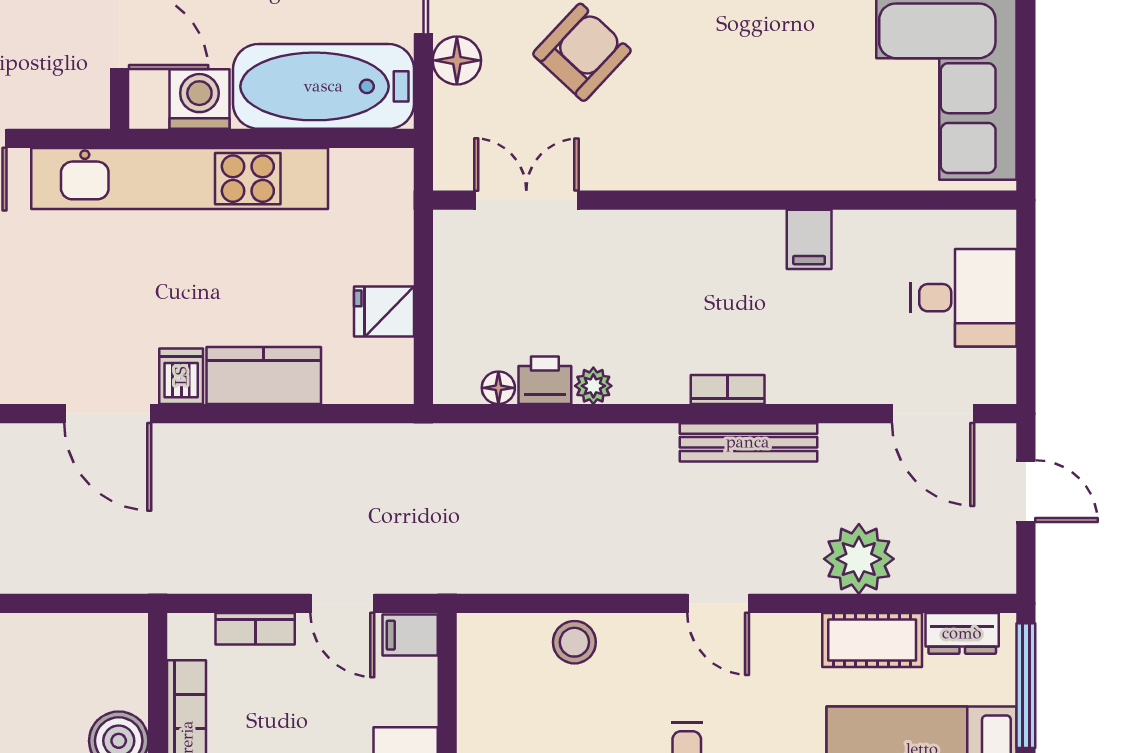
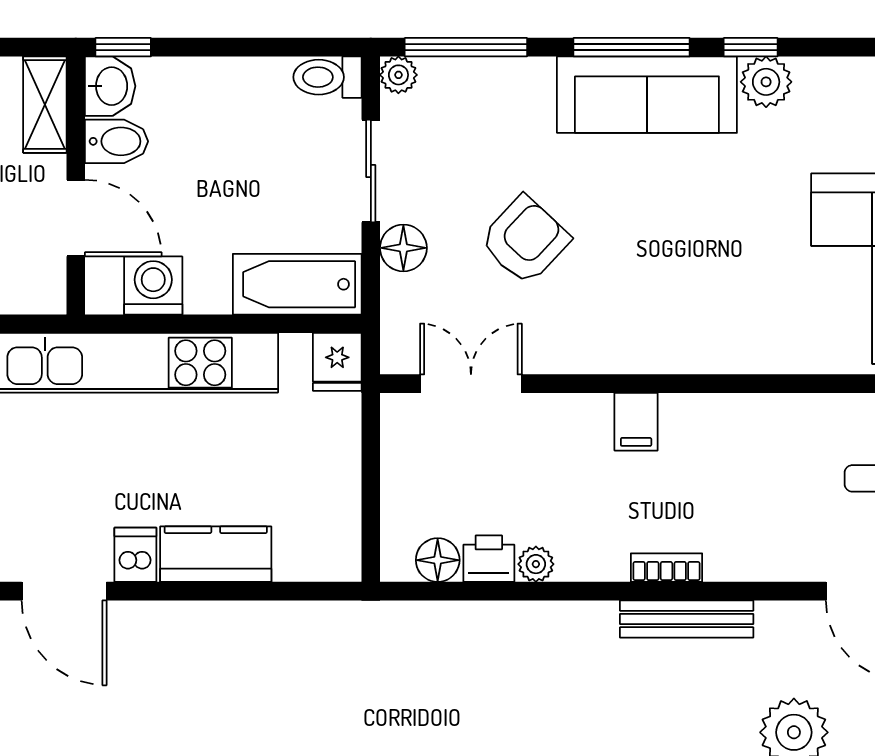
bathtub: (323, 86) -> (297, 284), width x0.73, depth x0.73
filing cabinet: (809, 239) -> (636, 422), moved
fridge: (384, 311) -> (337, 362), moved, turned -90
floor lamp: (498, 388) -> (438, 560), width x1.37, depth x1.37

